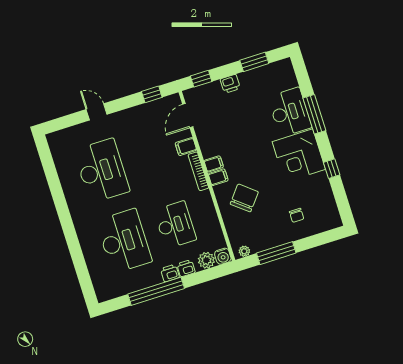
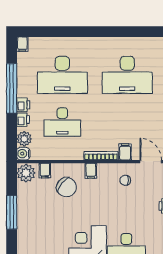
filing cabinet: (214, 164) -> (45, 171), moved
chair: (297, 215) -> (125, 180), moved
plant: (244, 251) -> (26, 173), width x1.87, depth x1.87
window: (276, 253) -> (12, 212), moved
filing cabinet: (104, 295) -> (22, 44), added

